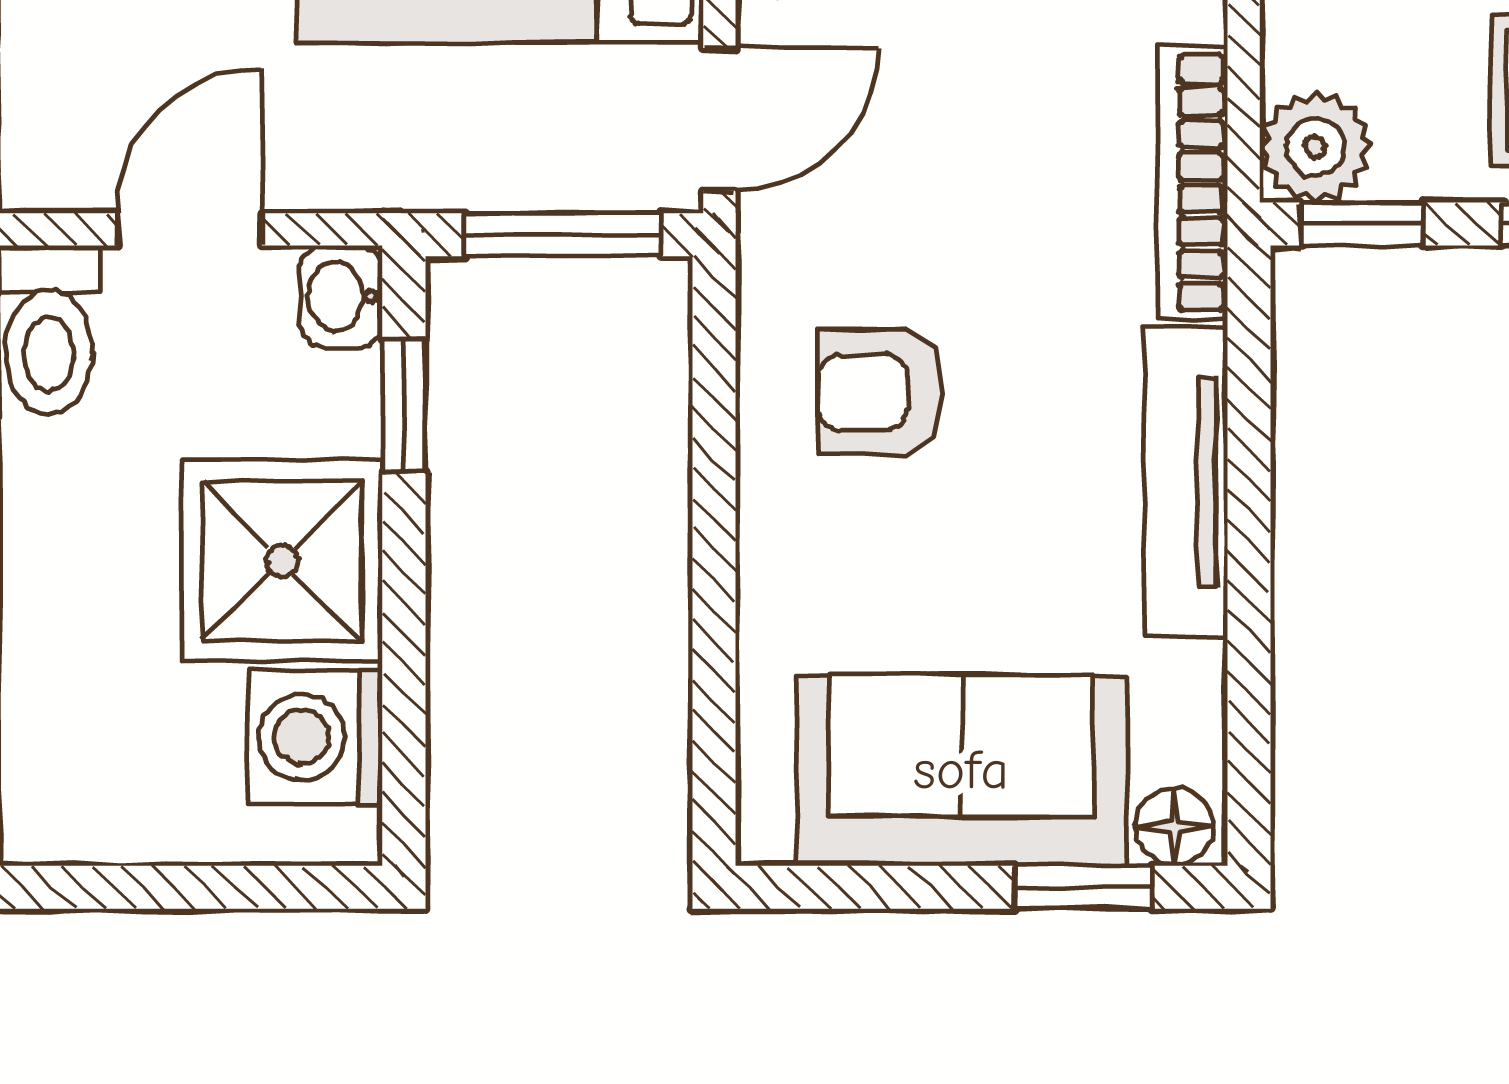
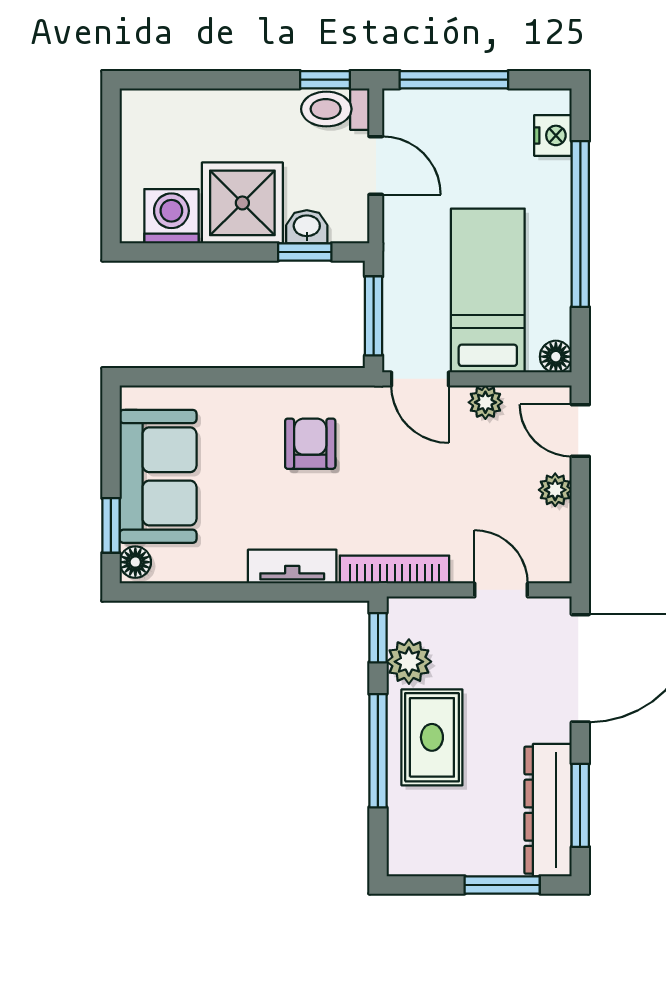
plant: (1315, 147) -> (409, 662), moved
washbasin: (341, 296) -> (307, 227), moved
tv unit: (1186, 482) -> (292, 567), width x0.71

